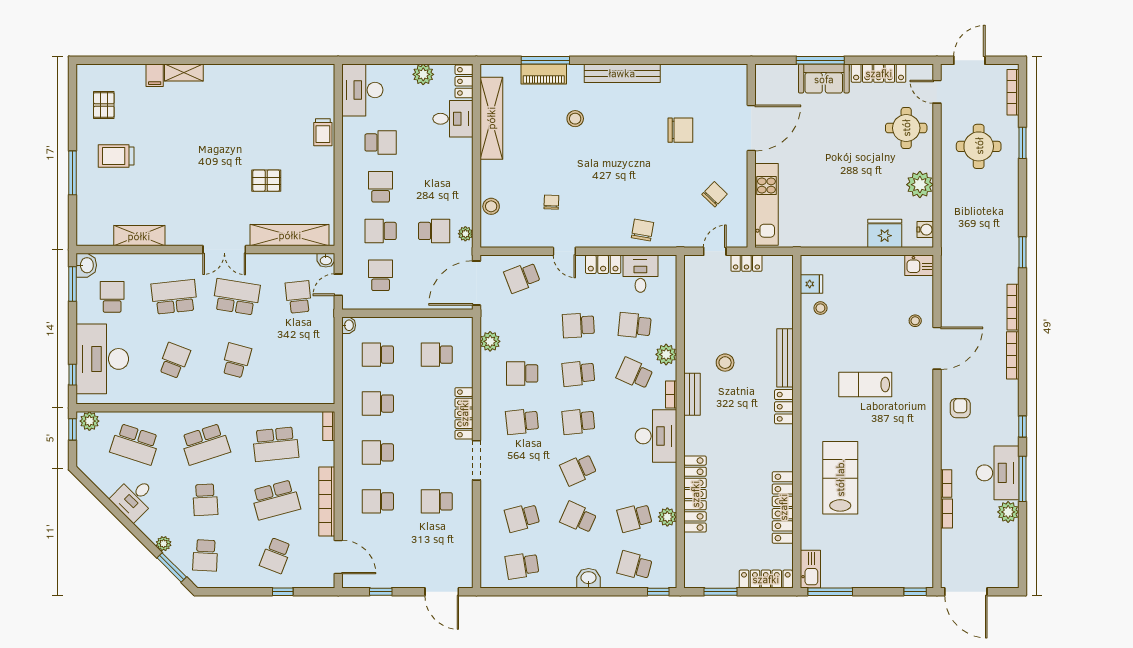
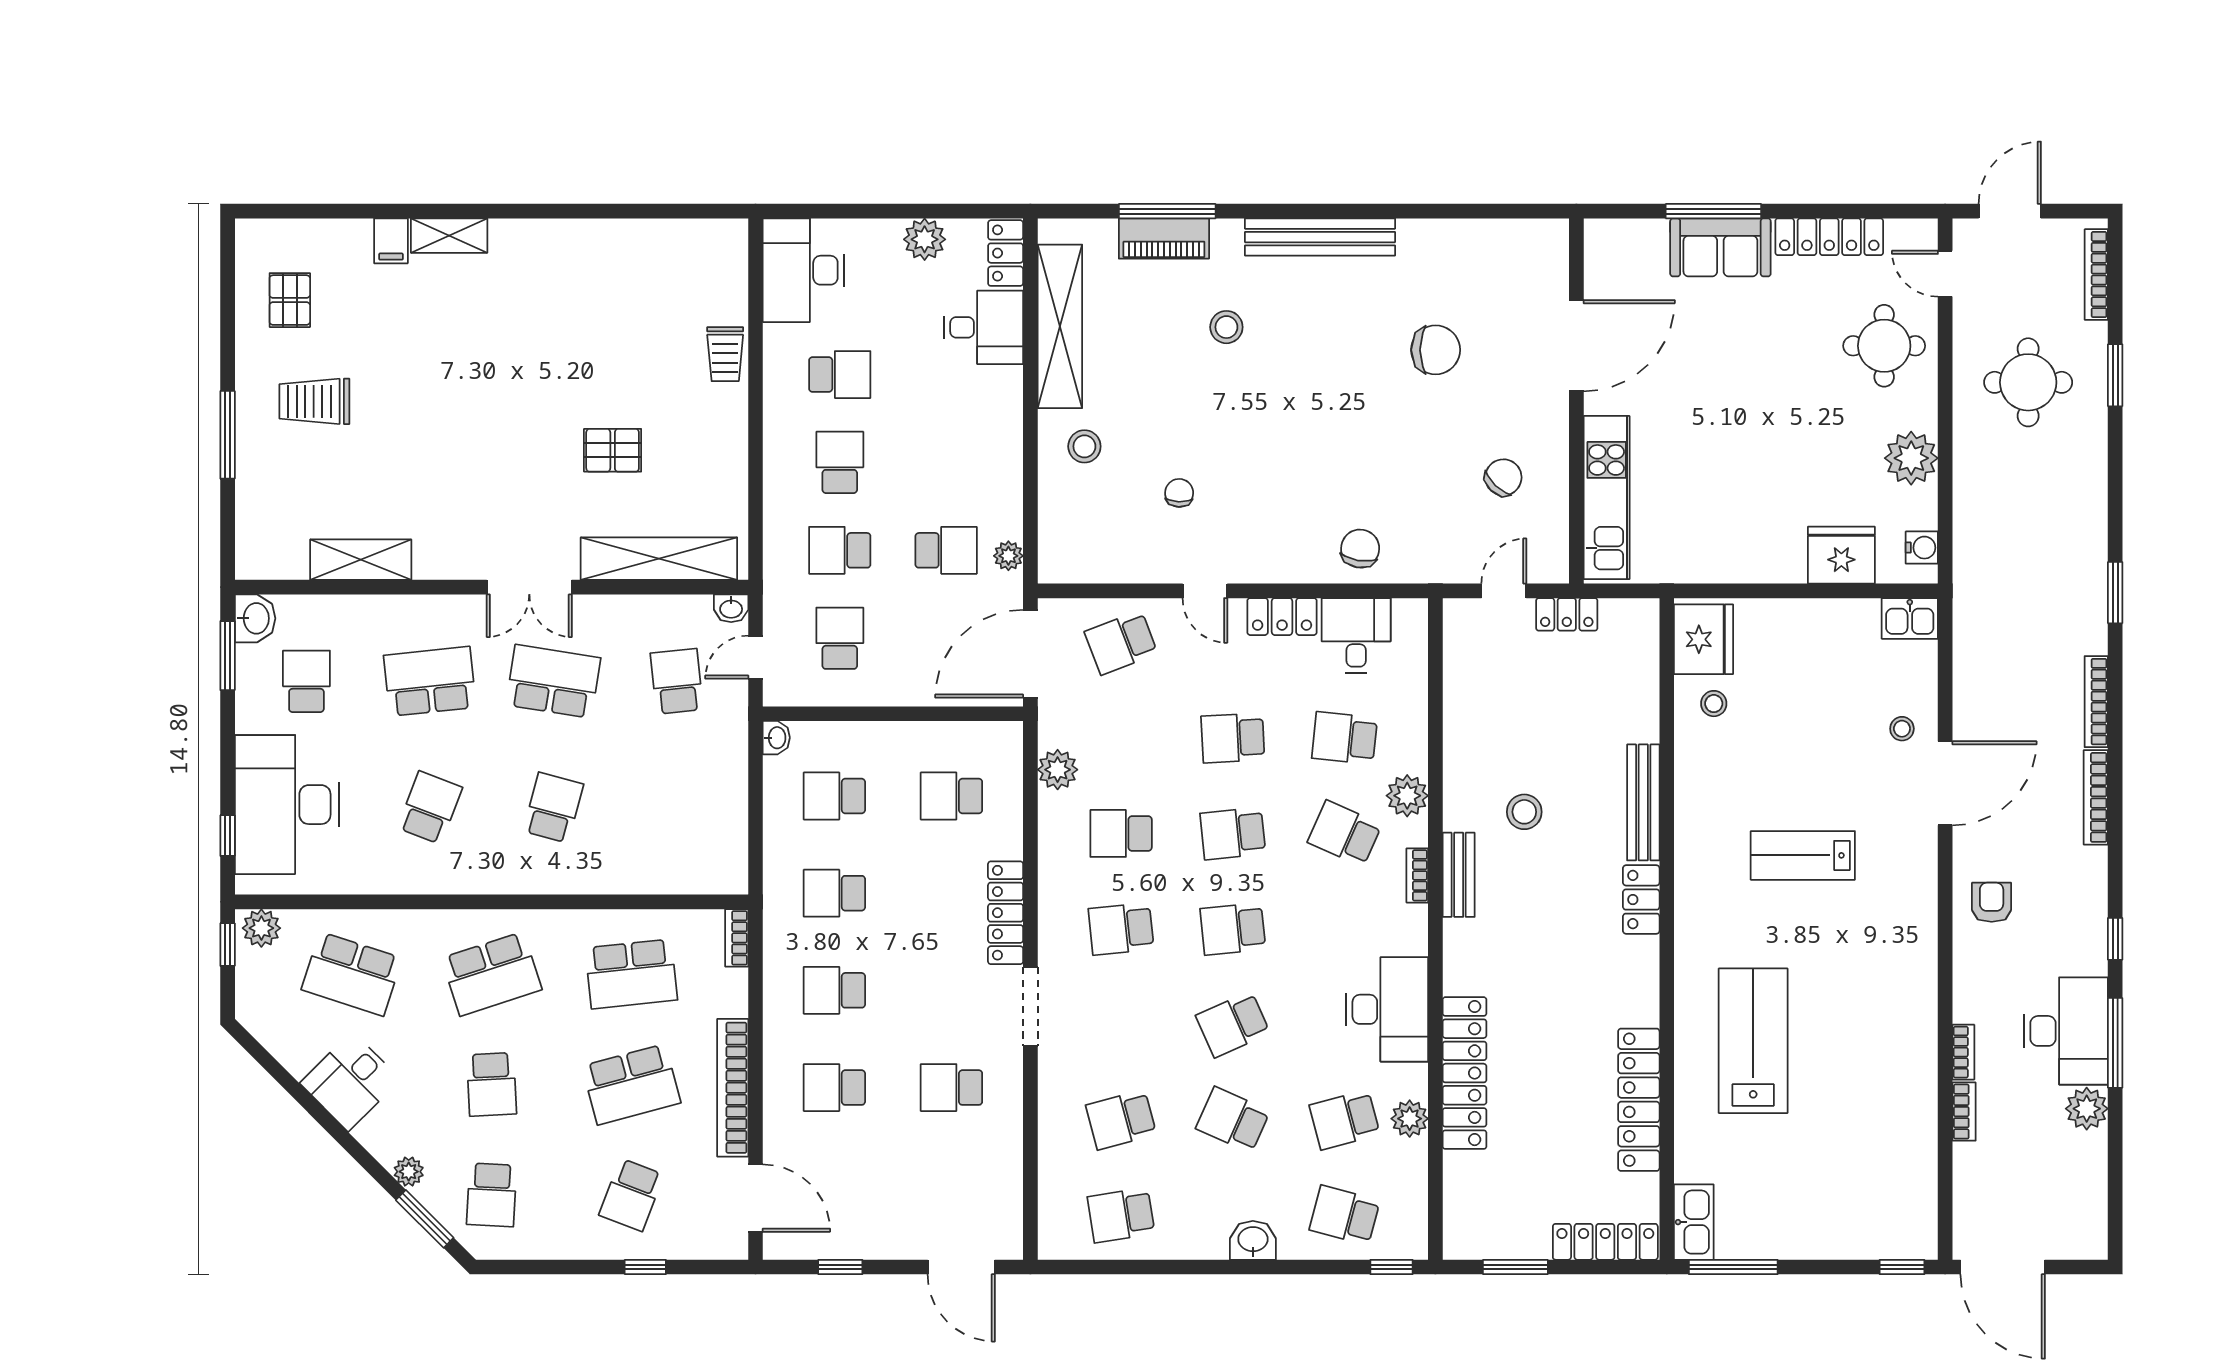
stool: (491, 206) -> (1084, 446), moved
fridge: (812, 284) -> (1704, 639), width x1.88, depth x1.34
desk: (656, 436) -> (1387, 1009), moved

